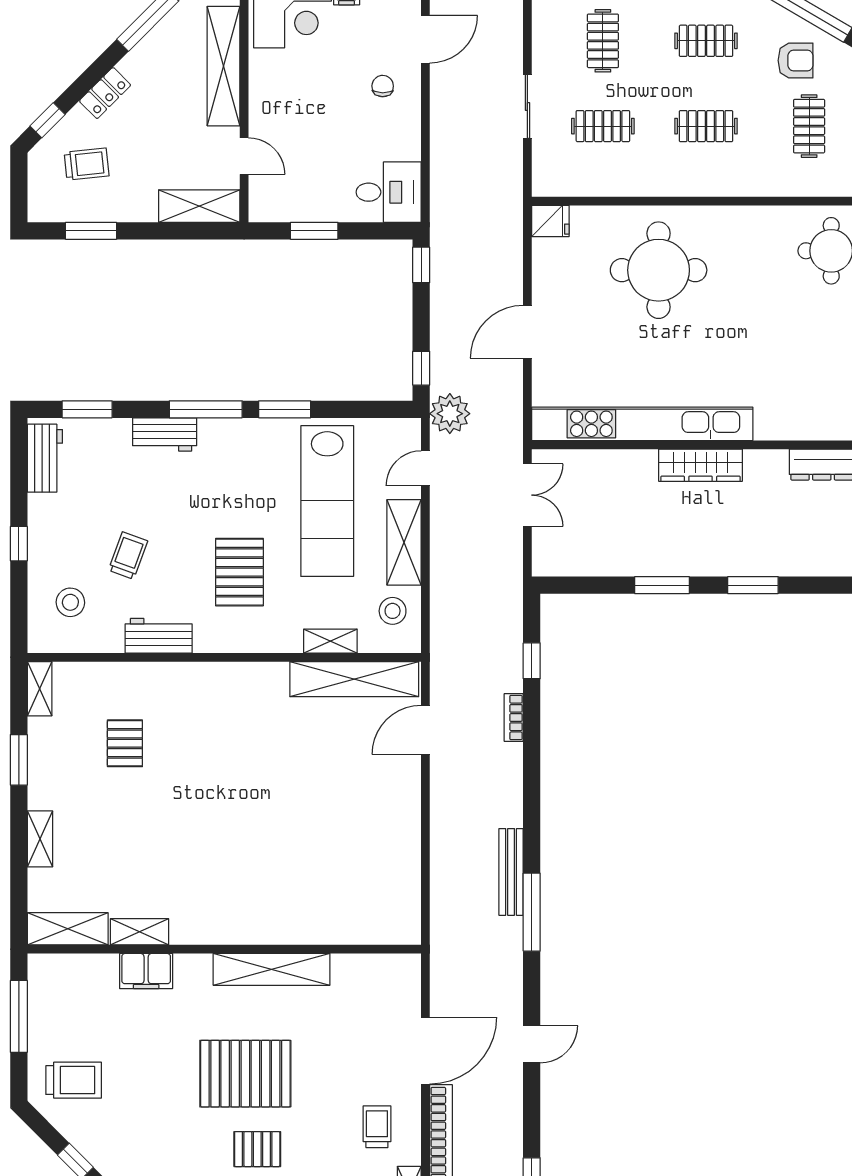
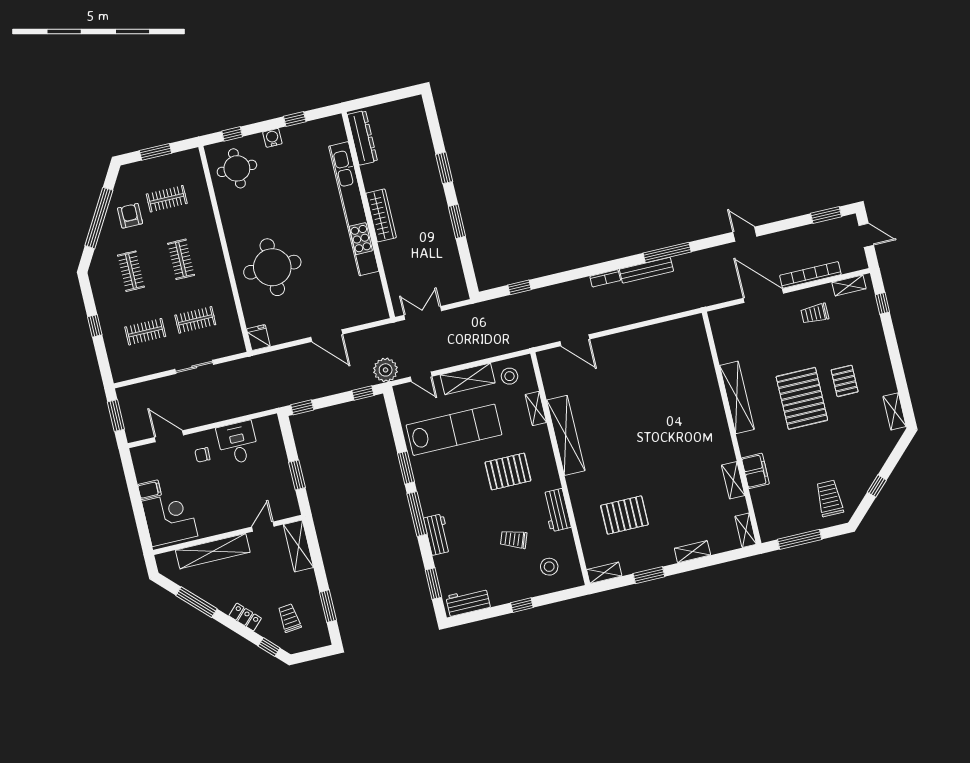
clothes rail: (603, 126) -> (195, 320), turned 90
desk: (389, 192) -> (238, 443), moved
kitchen unit: (642, 424) -> (354, 209), moved
shelving: (354, 679) -> (566, 435), moved
bookcase: (514, 718) -> (605, 278), moved
pallet: (125, 743) -> (624, 515), width x1.50, depth x1.42
shelving: (68, 929) -> (746, 530), width x0.67, depth x0.75

